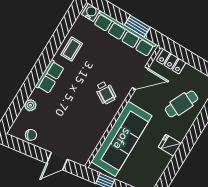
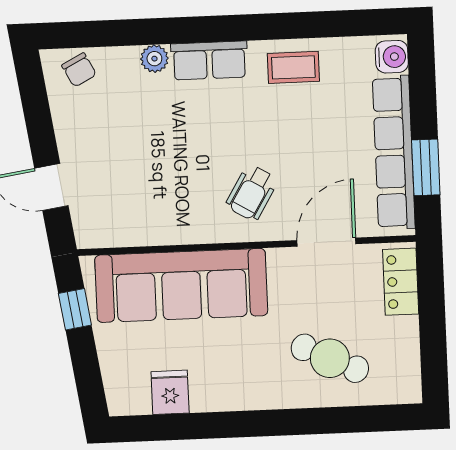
door: (140, 78) -> (326, 242), swing flipped
plant: (30, 105) -> (154, 59), moved
chair: (31, 135) -> (79, 70), moved
fridge: (170, 145) -> (170, 392), moved

